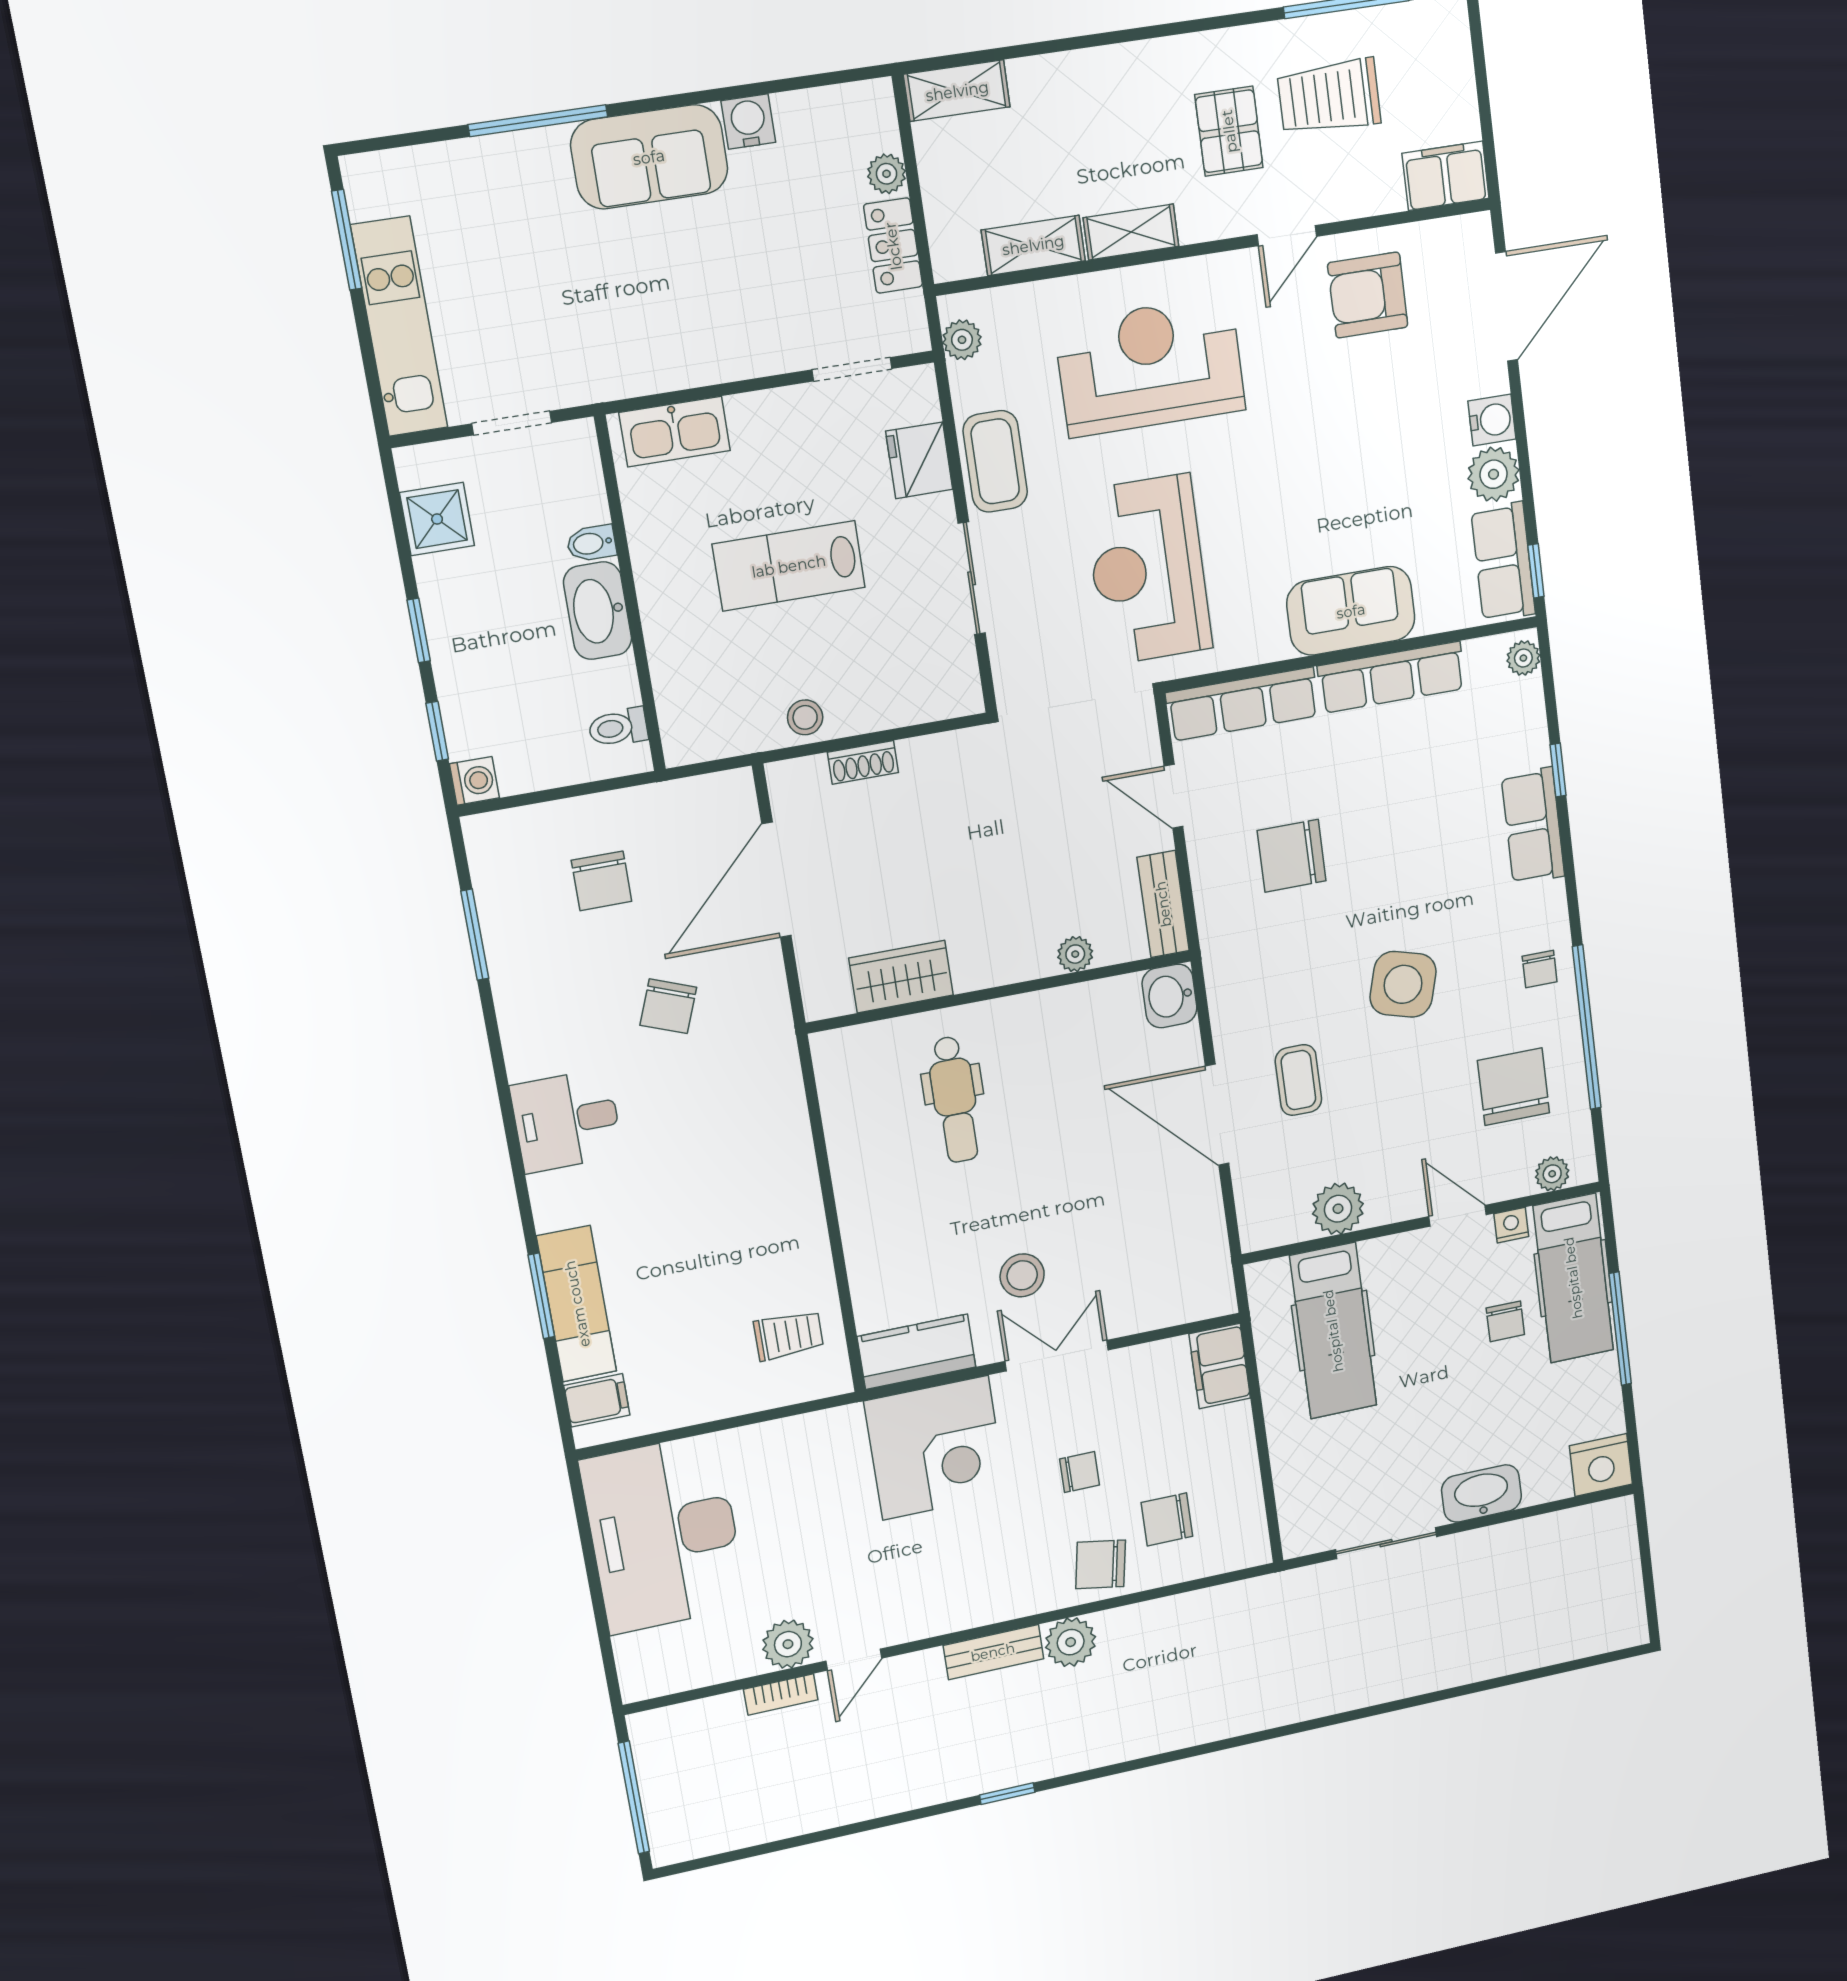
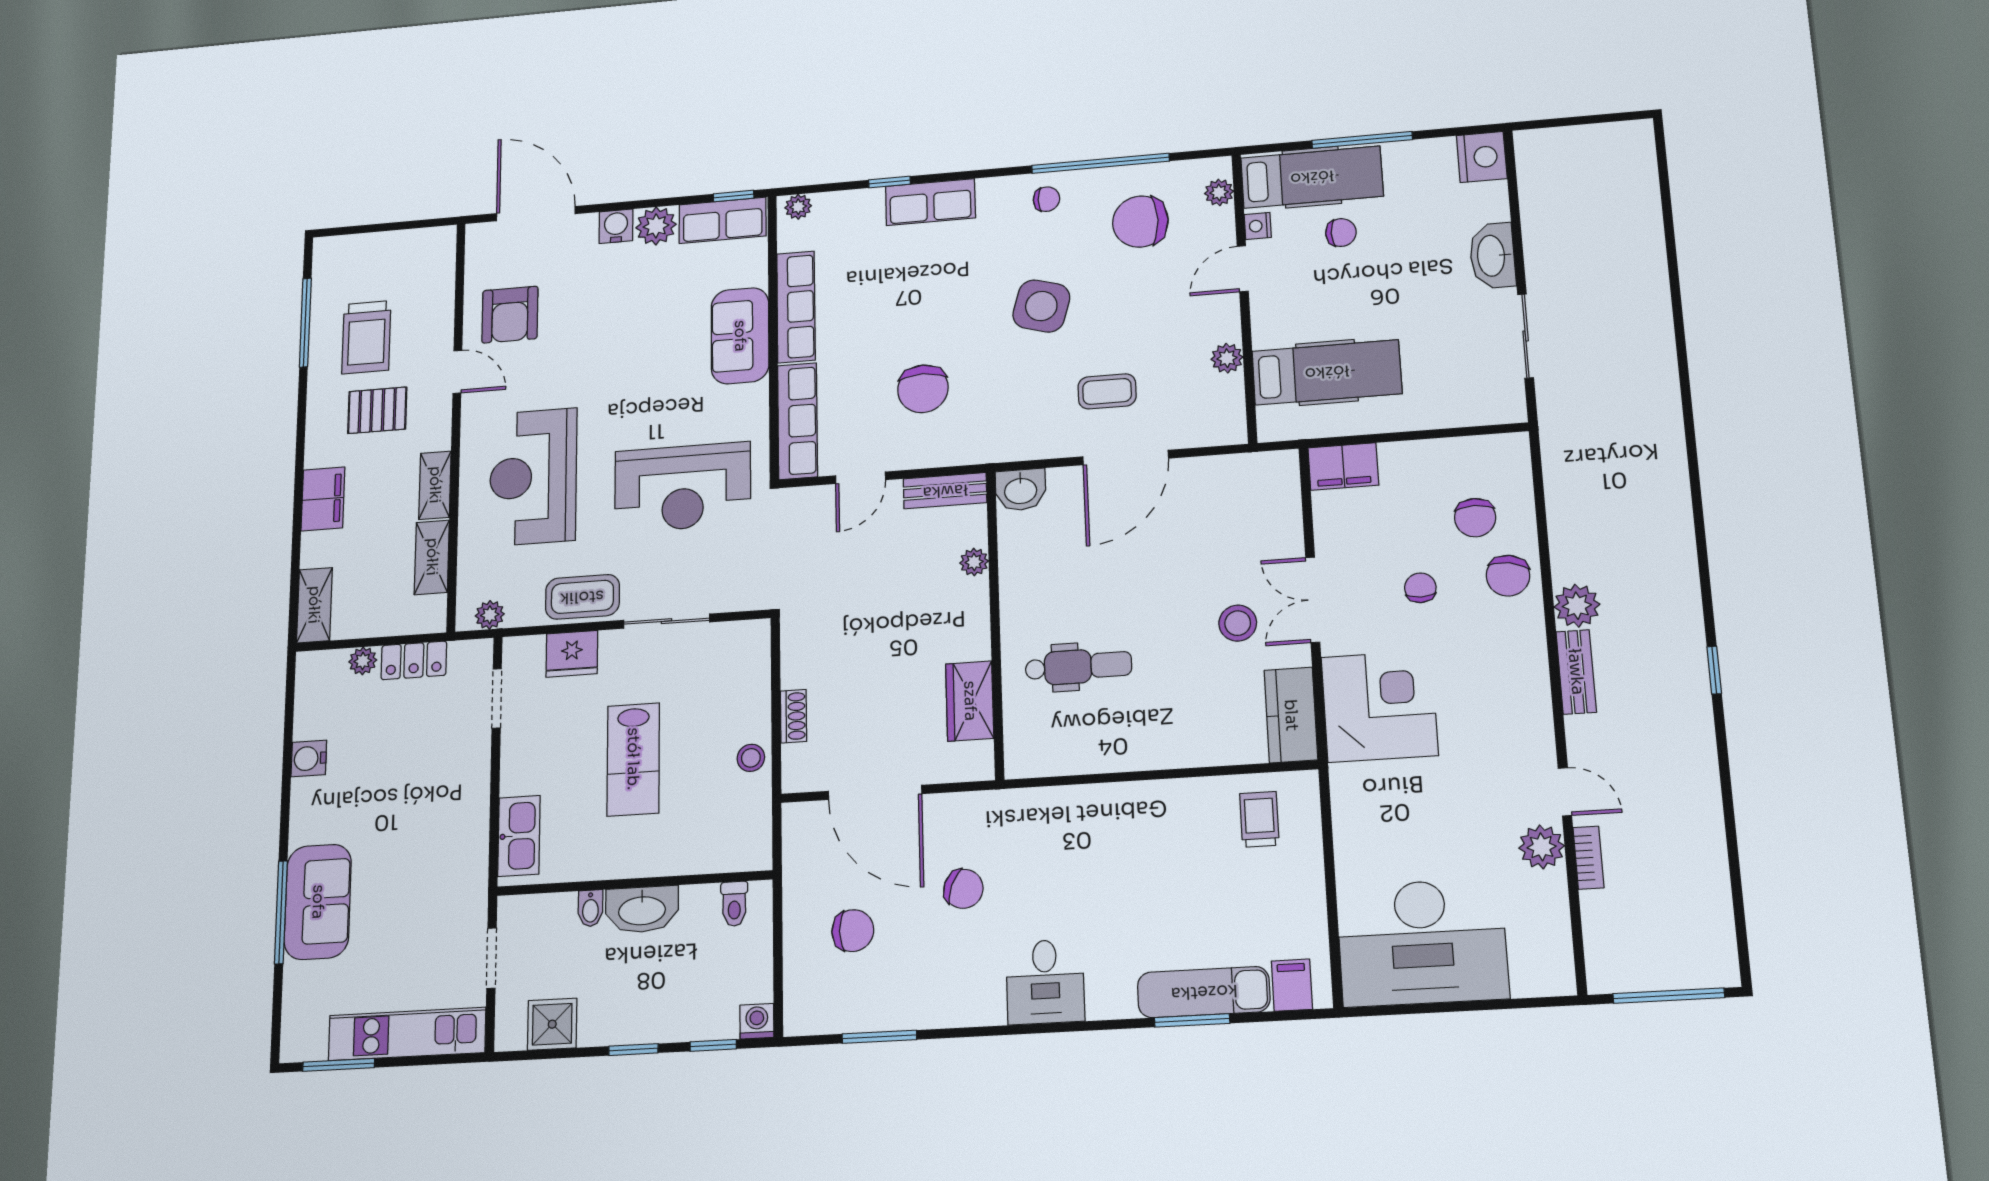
sofa: (649, 157) -> (318, 902), moved
filing cabinet: (1446, 176) -> (323, 499), moved, turned 180
plant: (1338, 1209) -> (1227, 358), width x0.73, depth x0.73

